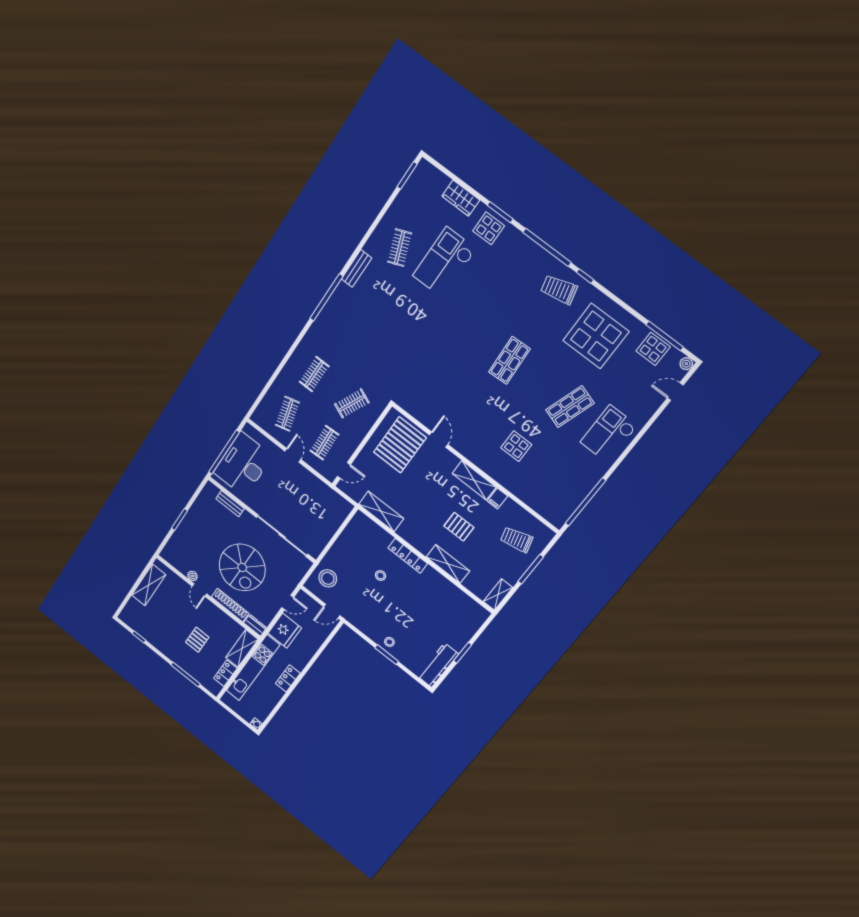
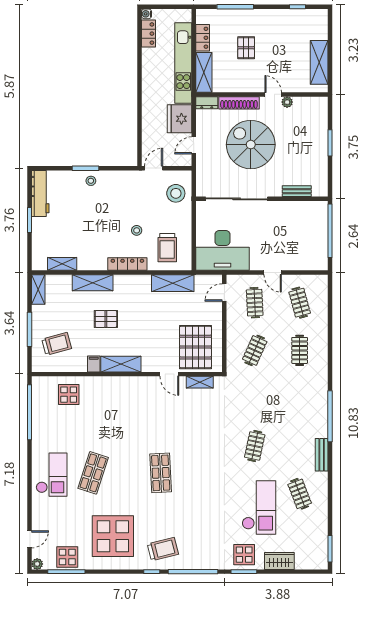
clothes rail: (409, 321) -> (255, 446), added
shelving: (418, 413) -> (200, 382), added
display table: (516, 446) -> (69, 395), moved
desk: (243, 464) -> (222, 250), moved, turned 90
trolley: (365, 543) -> (167, 248), added
shelving: (462, 598) -> (62, 264), added
locker: (288, 678) -> (148, 34), moved

